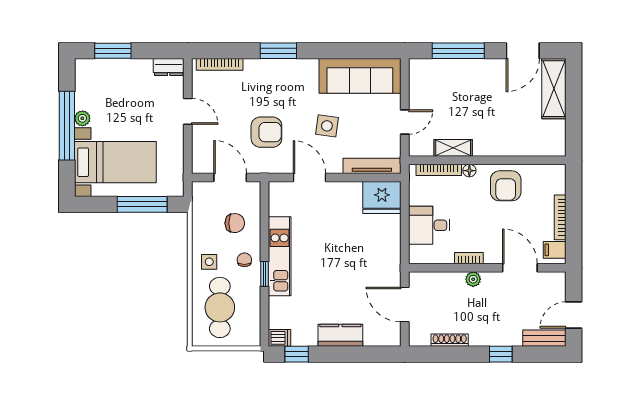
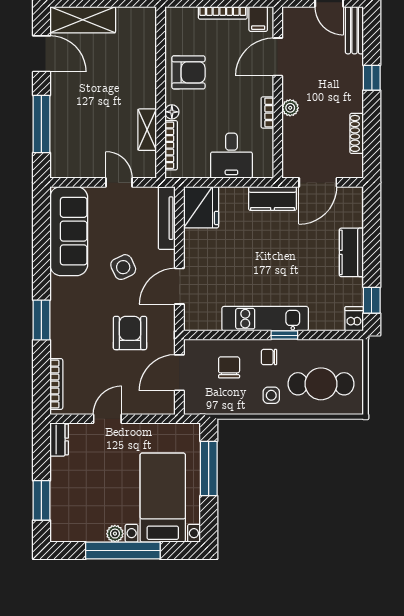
side table: (327, 126) -> (123, 267), turned -33
kitchen counter: (390, 263) -> (273, 198), added

